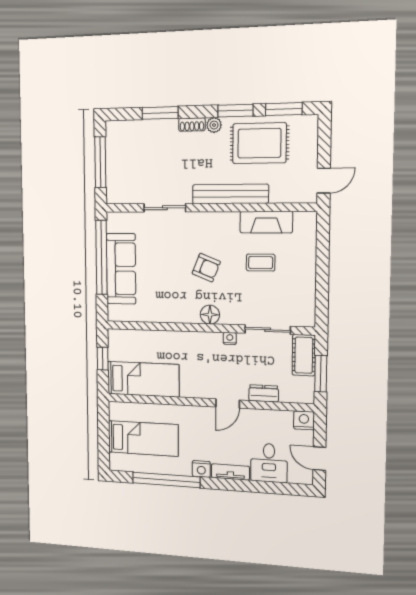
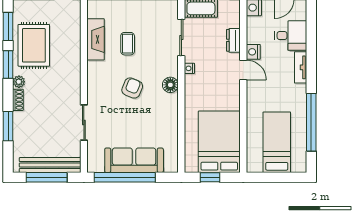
bench: (230, 194) -> (50, 165), moved, turned 90
bed: (143, 379) -> (219, 142), width x1.50
nightstand: (201, 469) -> (253, 52), moved, turned 180

